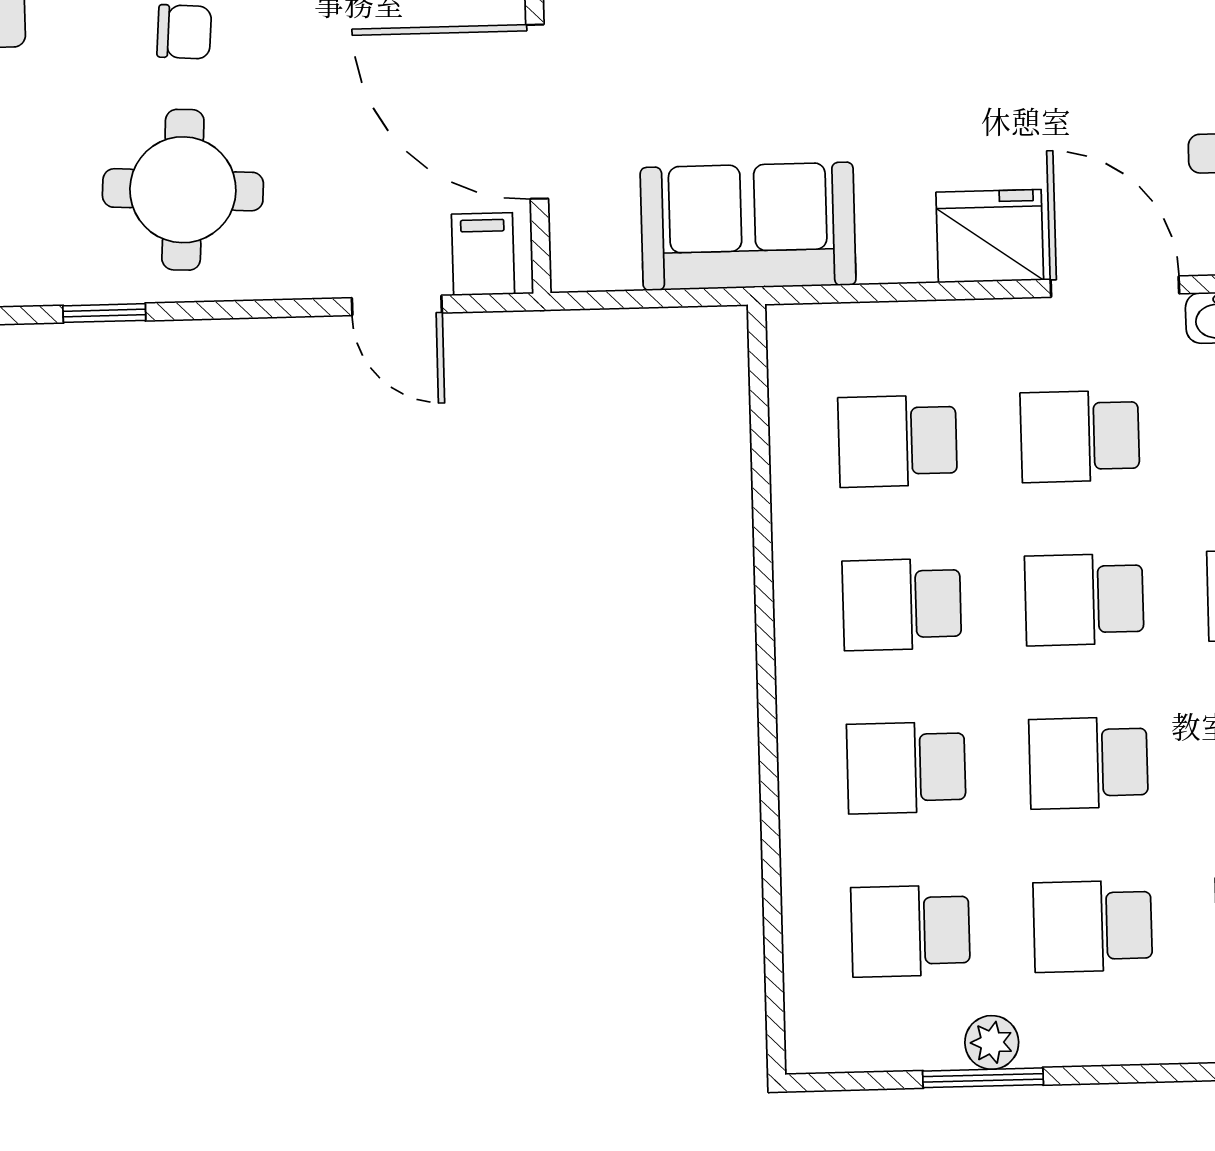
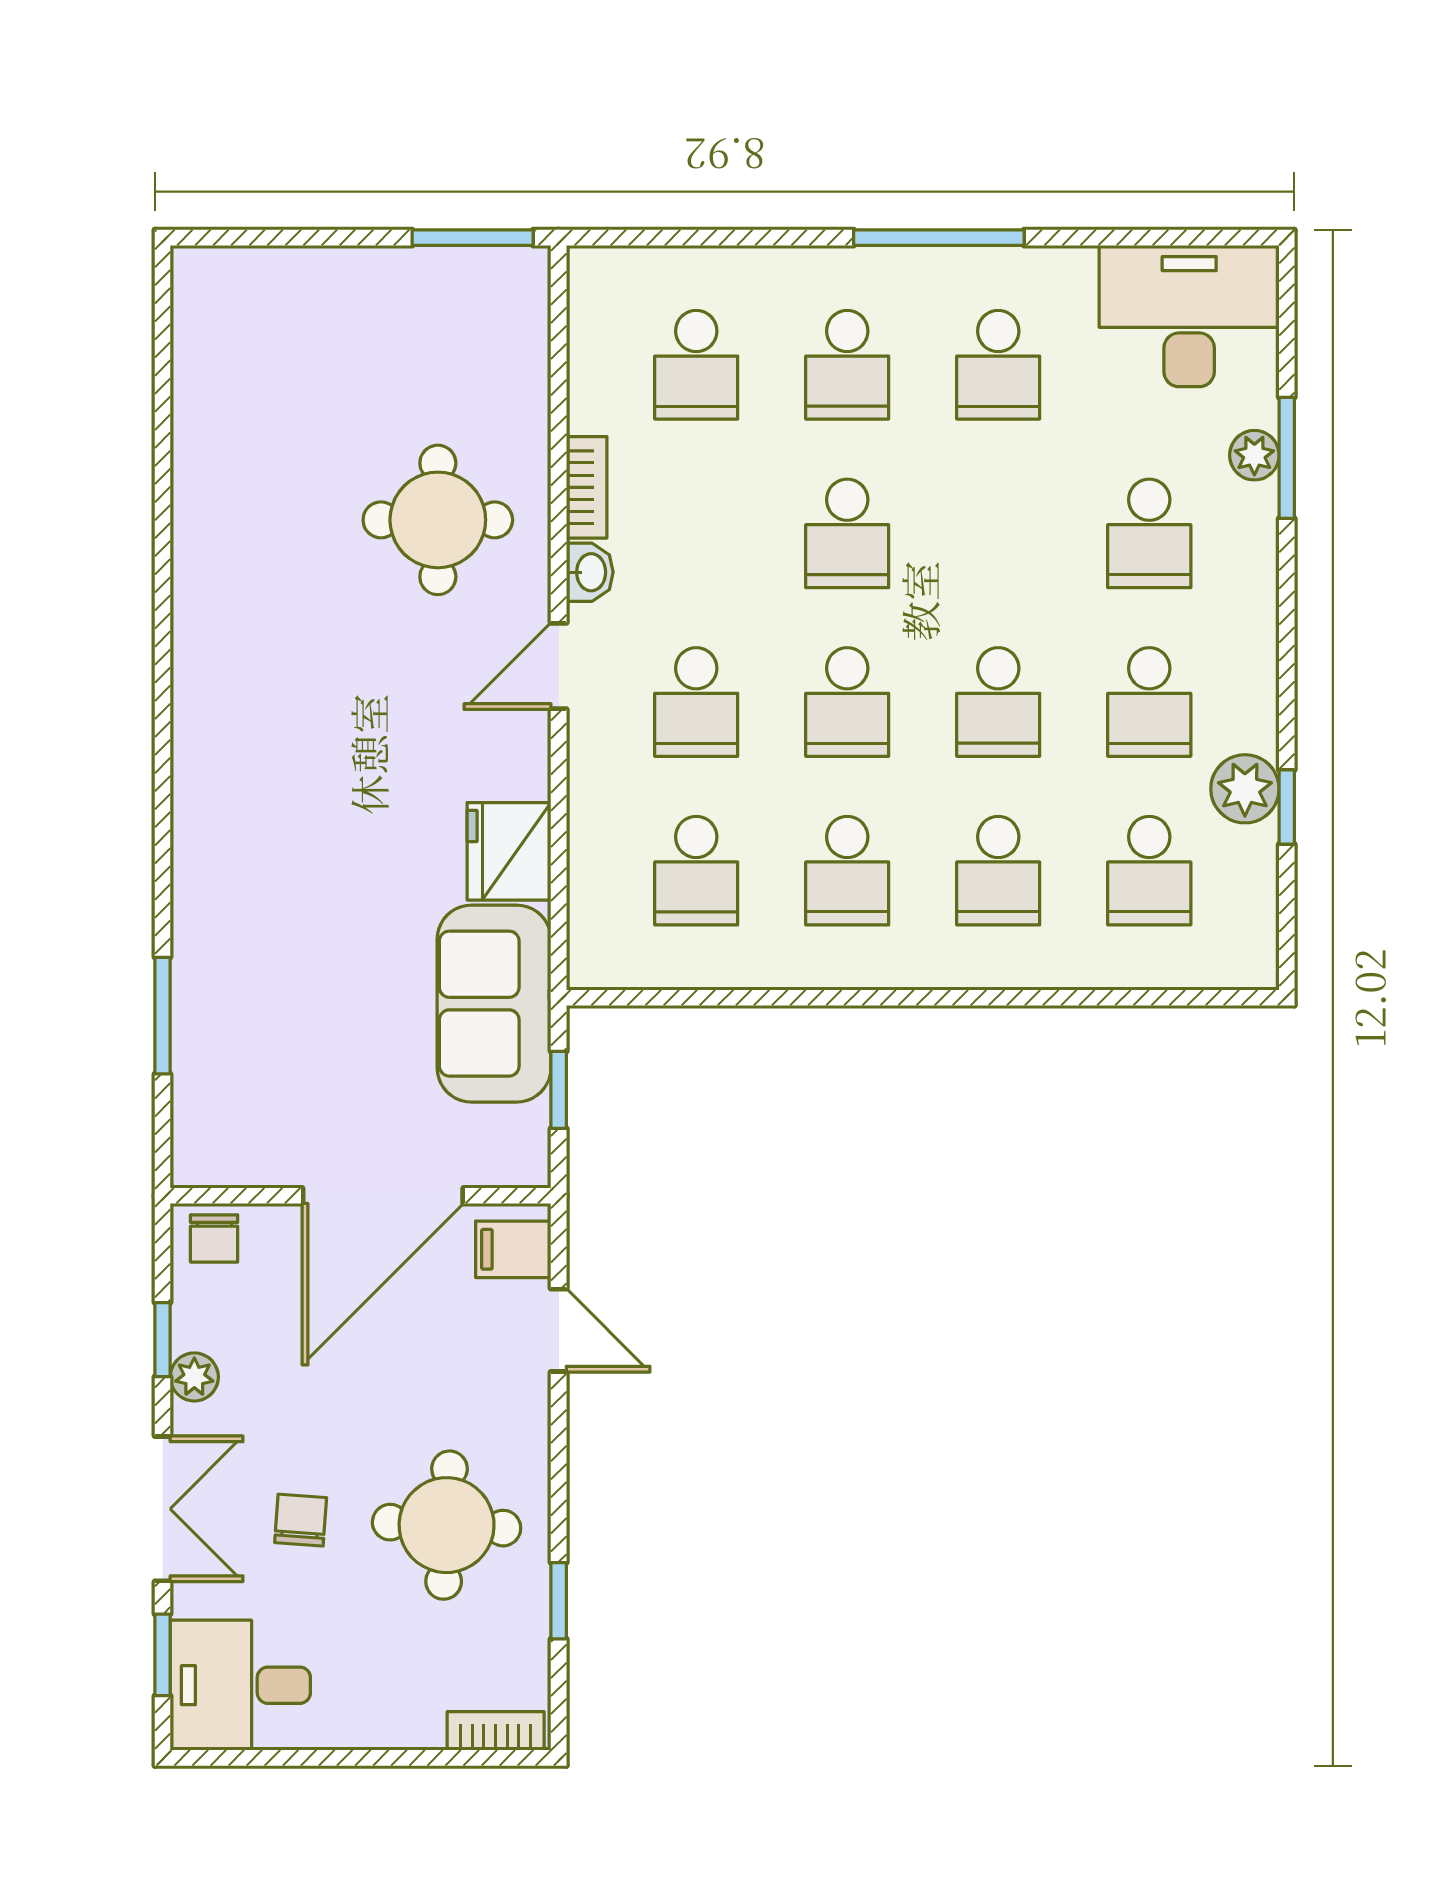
fridge: (990, 236) -> (509, 851), moved
door: (1115, 287) -> (559, 666), width x0.73
window: (657, 299) -> (559, 1090), added
door: (397, 305) -> (559, 1330), hinge flipped
plant: (992, 1042) -> (1245, 789), width x1.38, depth x1.38
window: (983, 1078) -> (1287, 807), width x0.67

